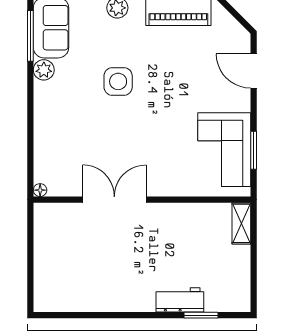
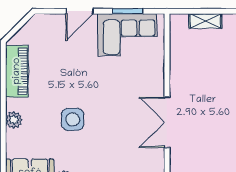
door: (254, 71) -> (80, 11), moved
shelving: (241, 223) -> (205, 21), moved

